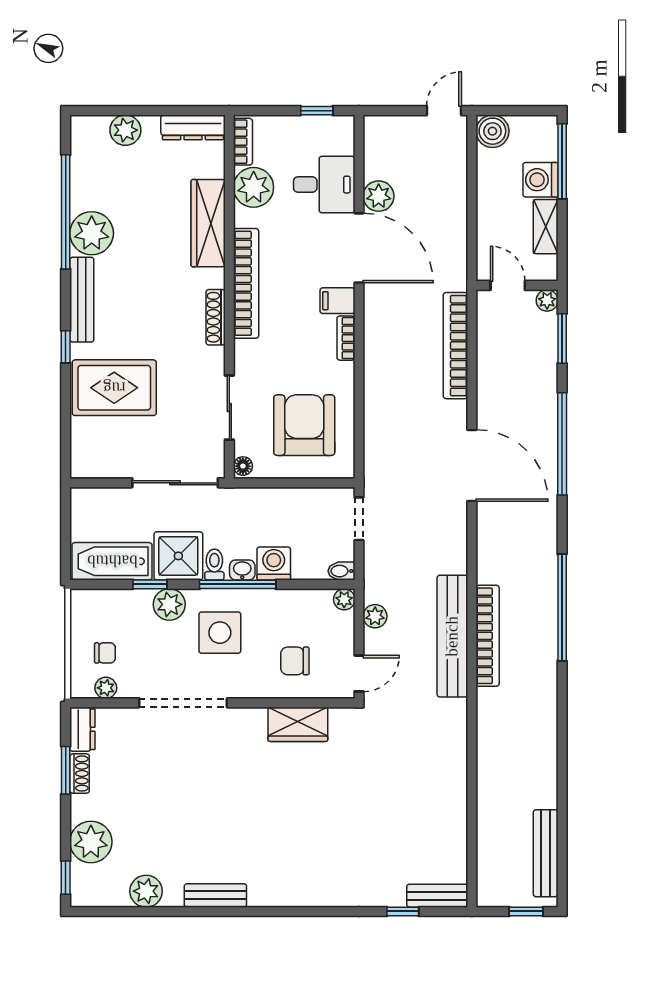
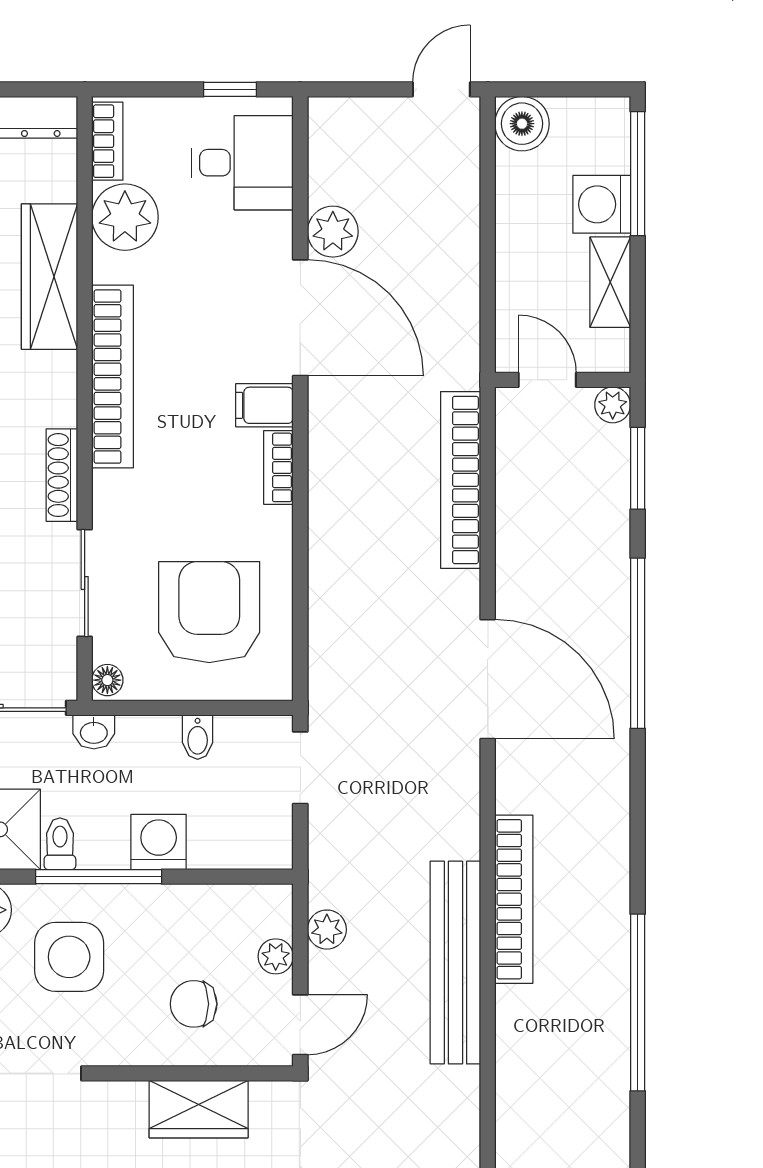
desk: (324, 185) -> (242, 163), moved
shoe rack: (216, 317) -> (62, 475), moved
washbasin: (242, 570) -> (94, 732), moved, turned 180
bidet: (341, 571) -> (198, 737), moved, turned -90
plant: (344, 599) -> (276, 956), moved
window: (562, 608) -> (638, 1002), moved
bookcase: (488, 636) -> (514, 899), moved

